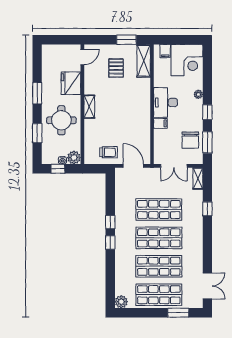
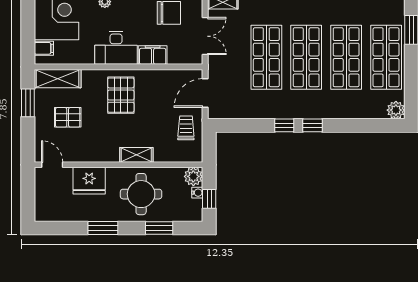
pallet: (132, 106) -> (121, 95), added
shelving: (89, 107) -> (136, 155), moved
filing cabinet: (160, 123) -> (153, 55), width x2.00

